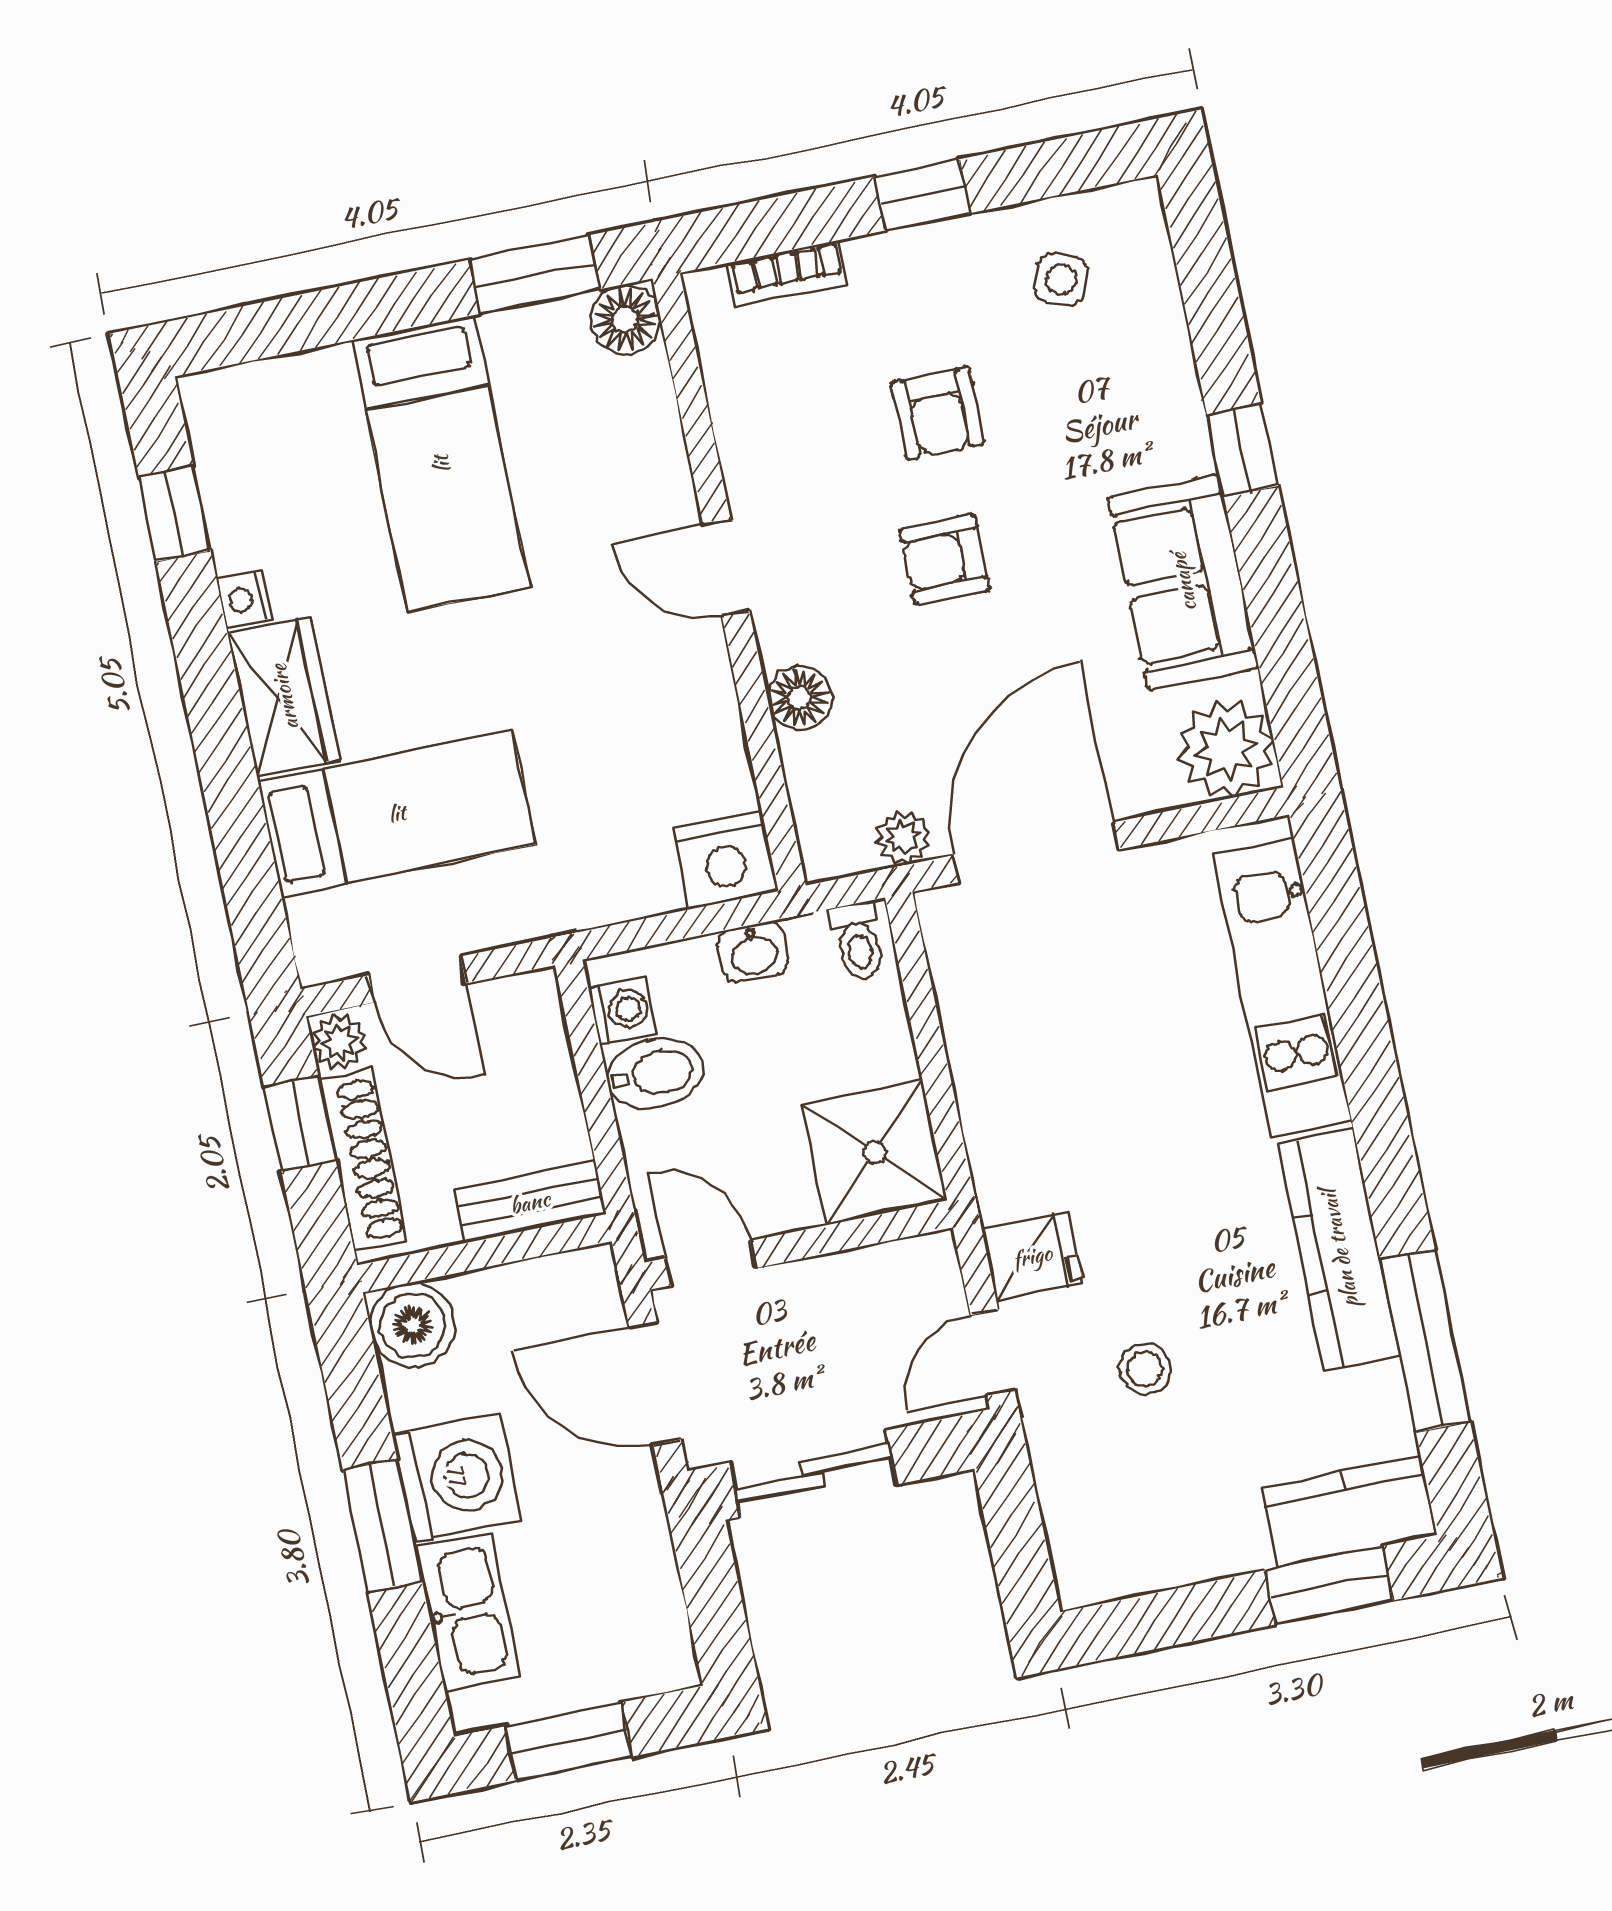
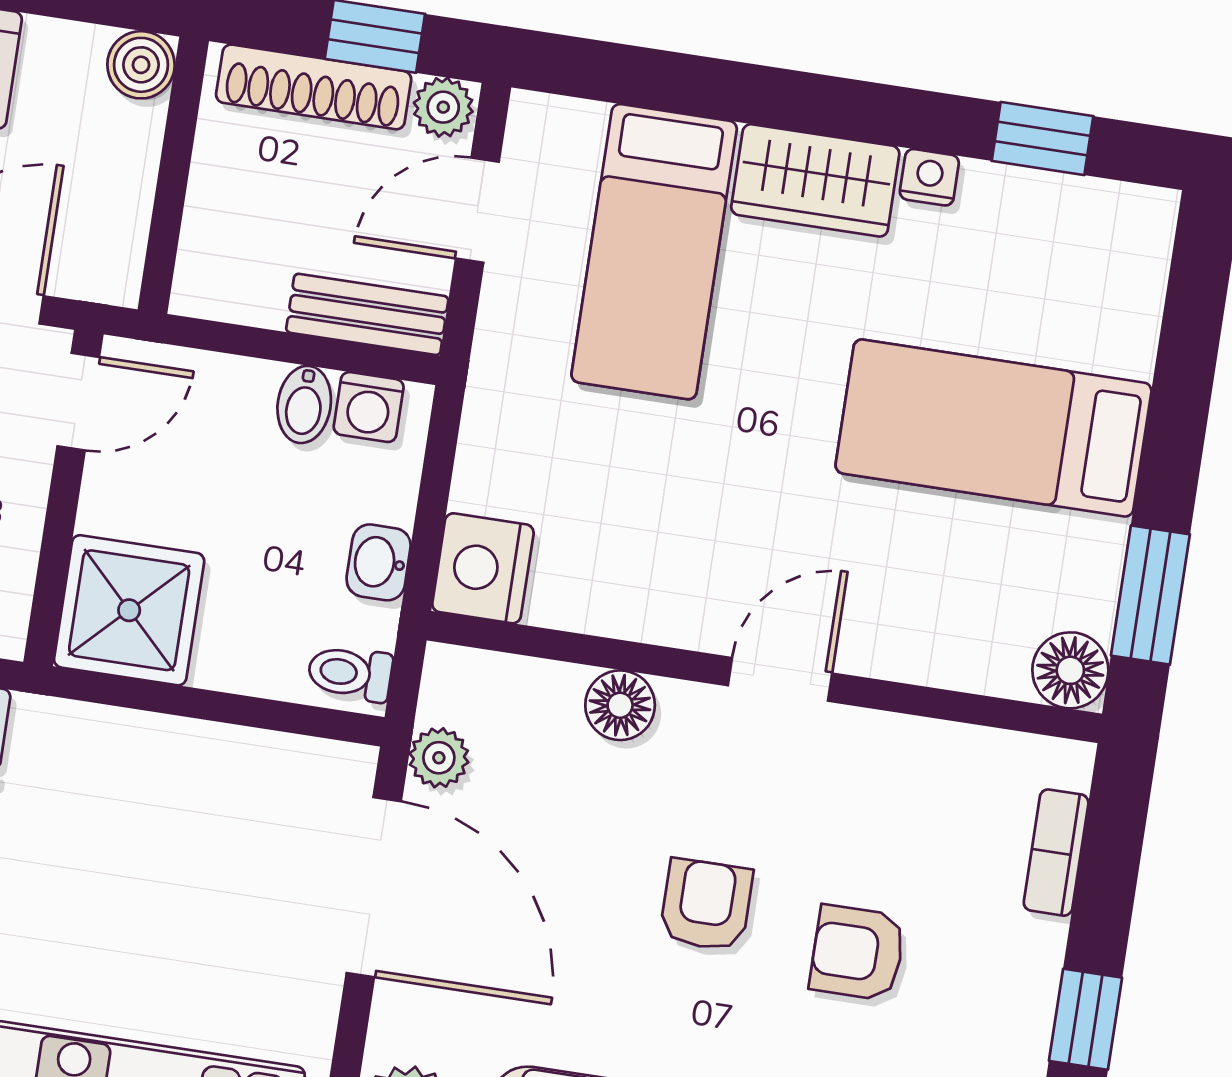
bidet: (655, 1073) -> (304, 404), width x0.72, depth x0.74
bench: (530, 1202) -> (367, 314), moved, turned 90
boiler: (413, 1325) -> (141, 65), width x0.73, depth x0.73

